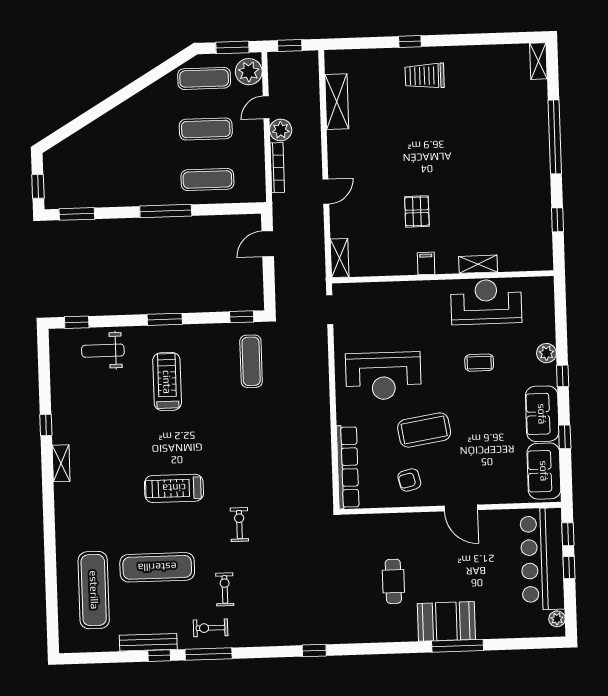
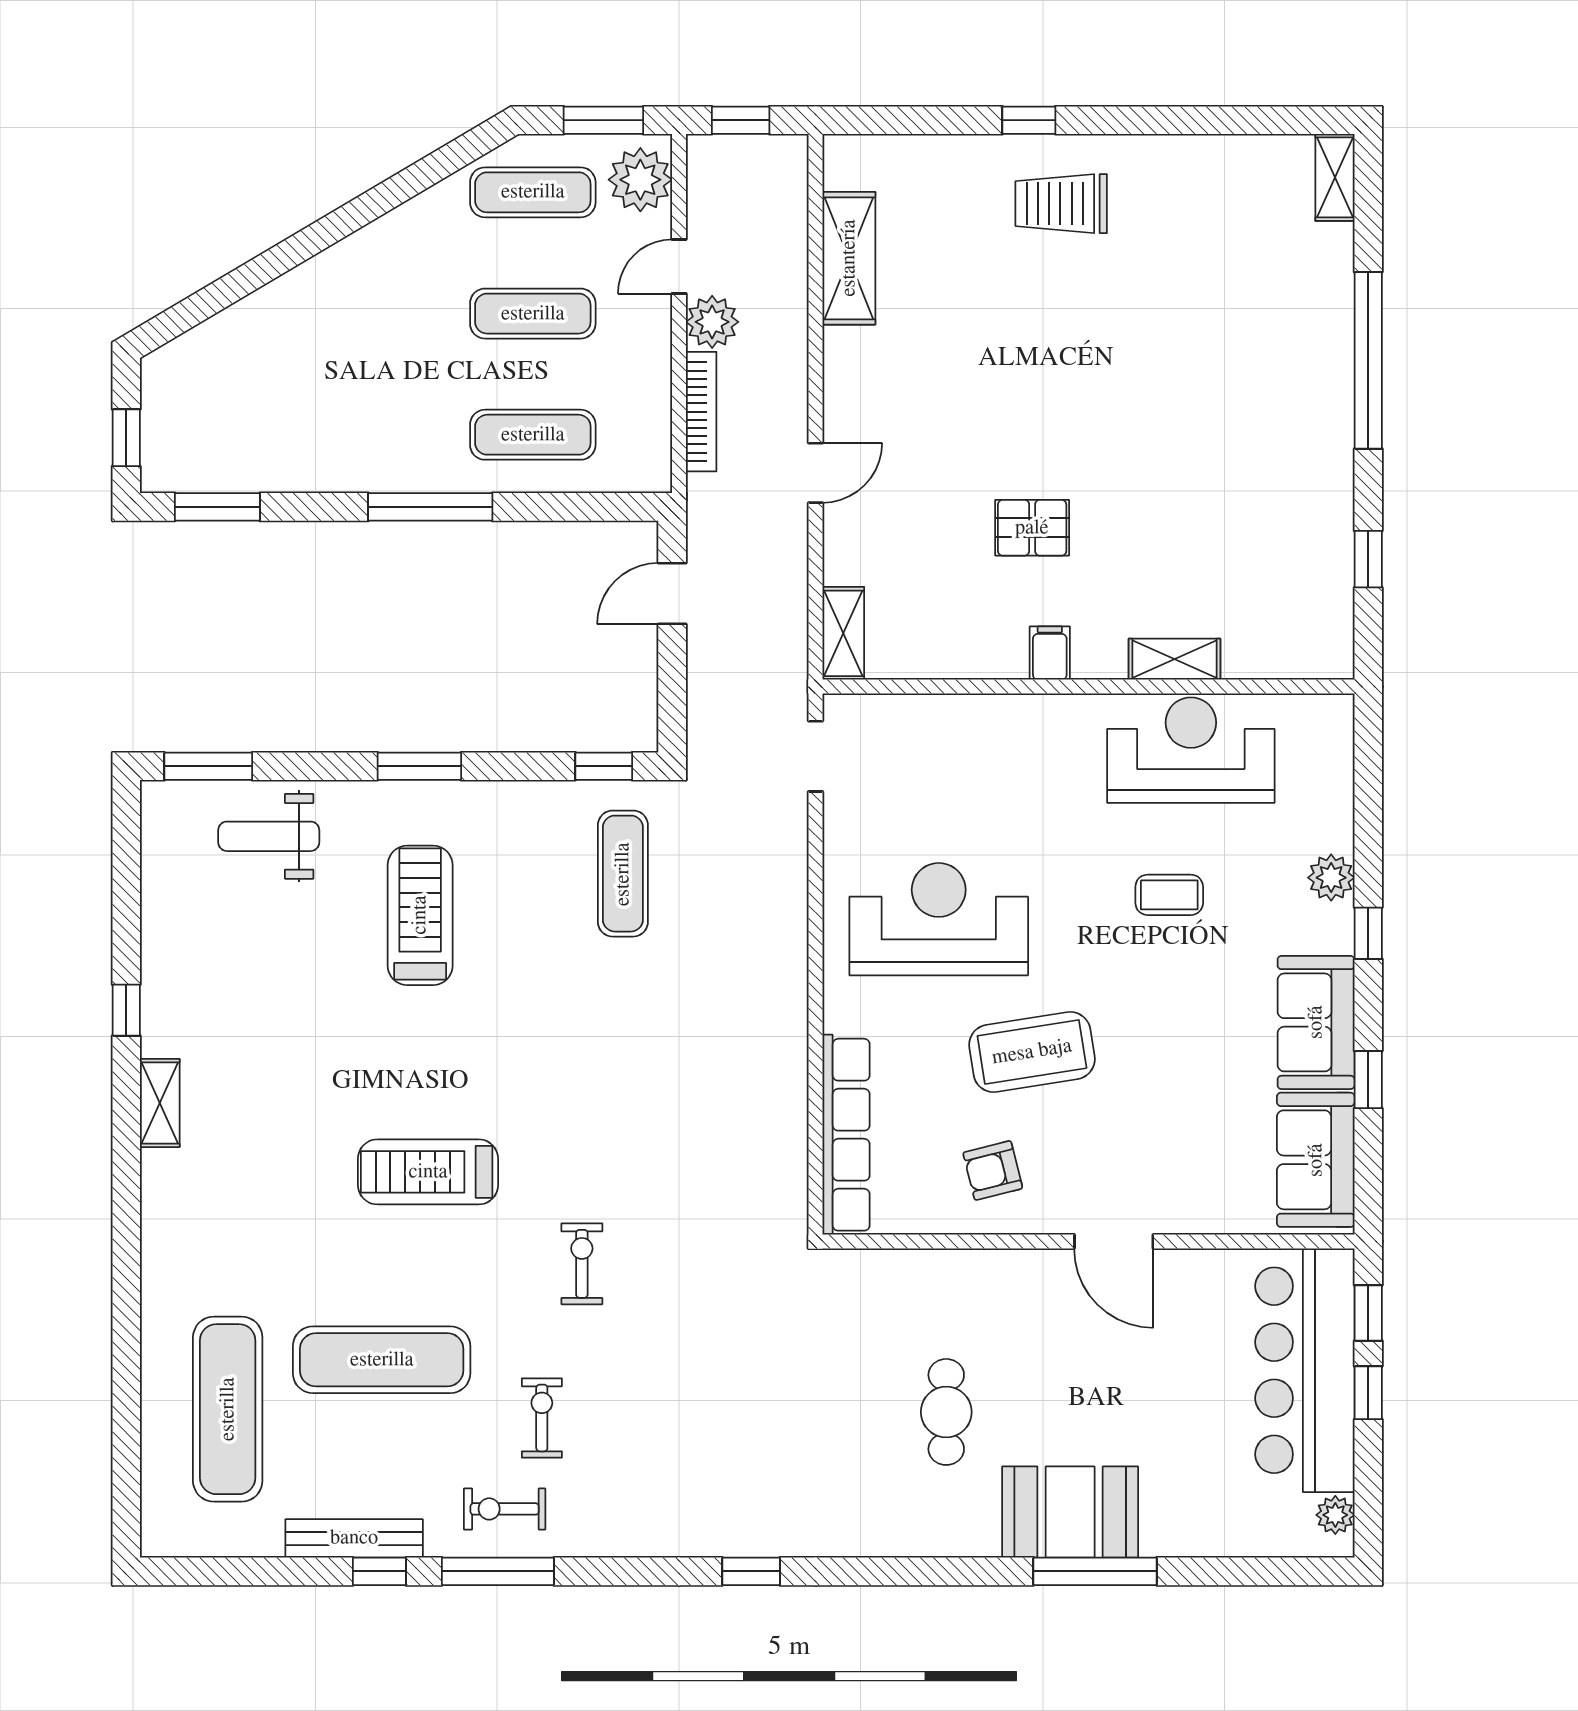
pallet: (417, 211) -> (1032, 528), turned 90
window: (77, 322) -> (208, 766), width x1.50
reception desk: (383, 376) -> (939, 919), turned 180

